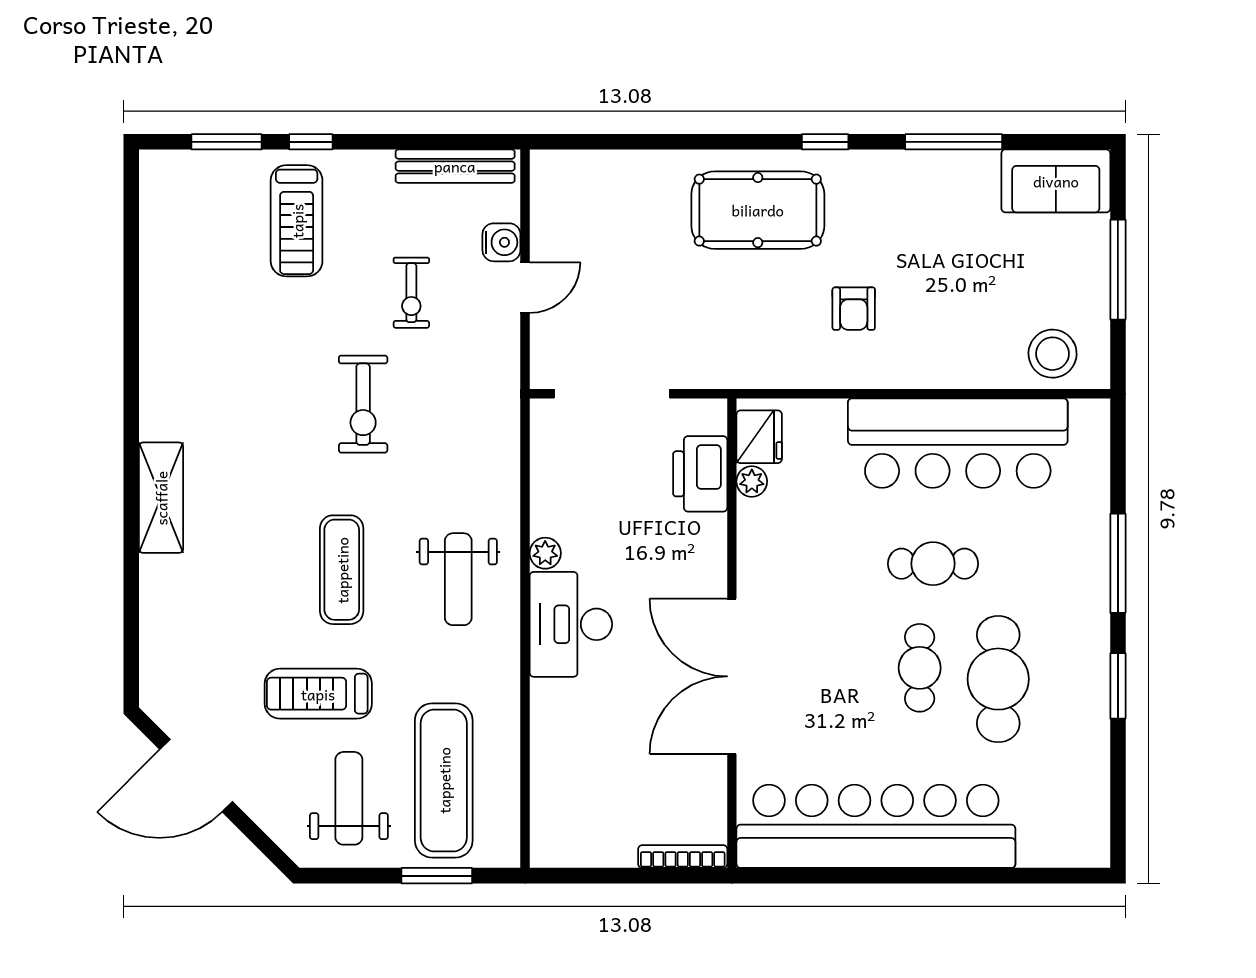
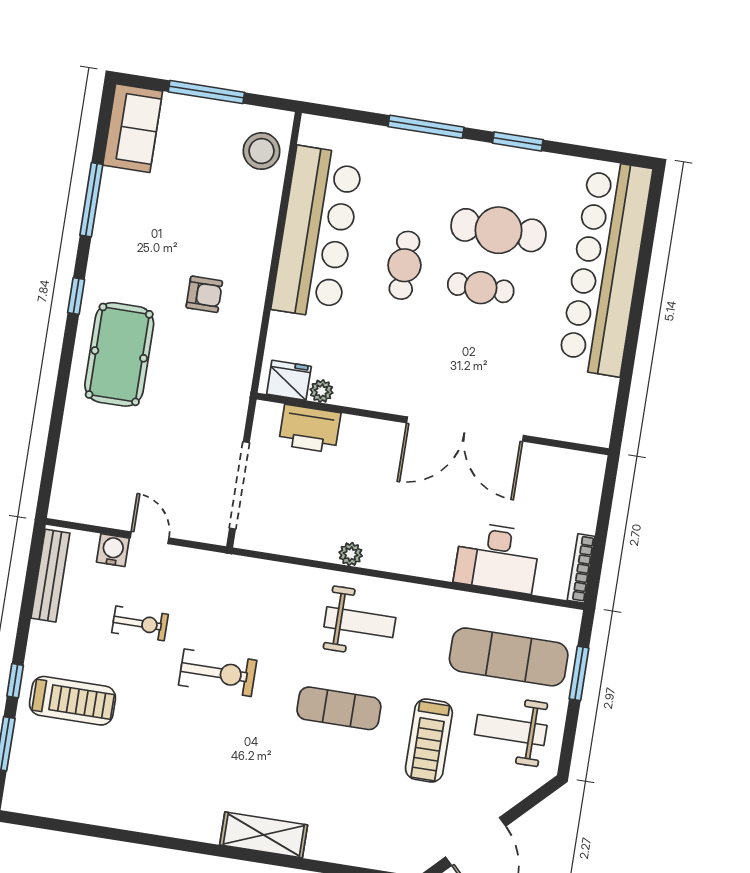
desk: (571, 624) -> (497, 558), moved
bar counter: (876, 826) -> (605, 268), moved
bookcase: (683, 857) -> (581, 568), moved

